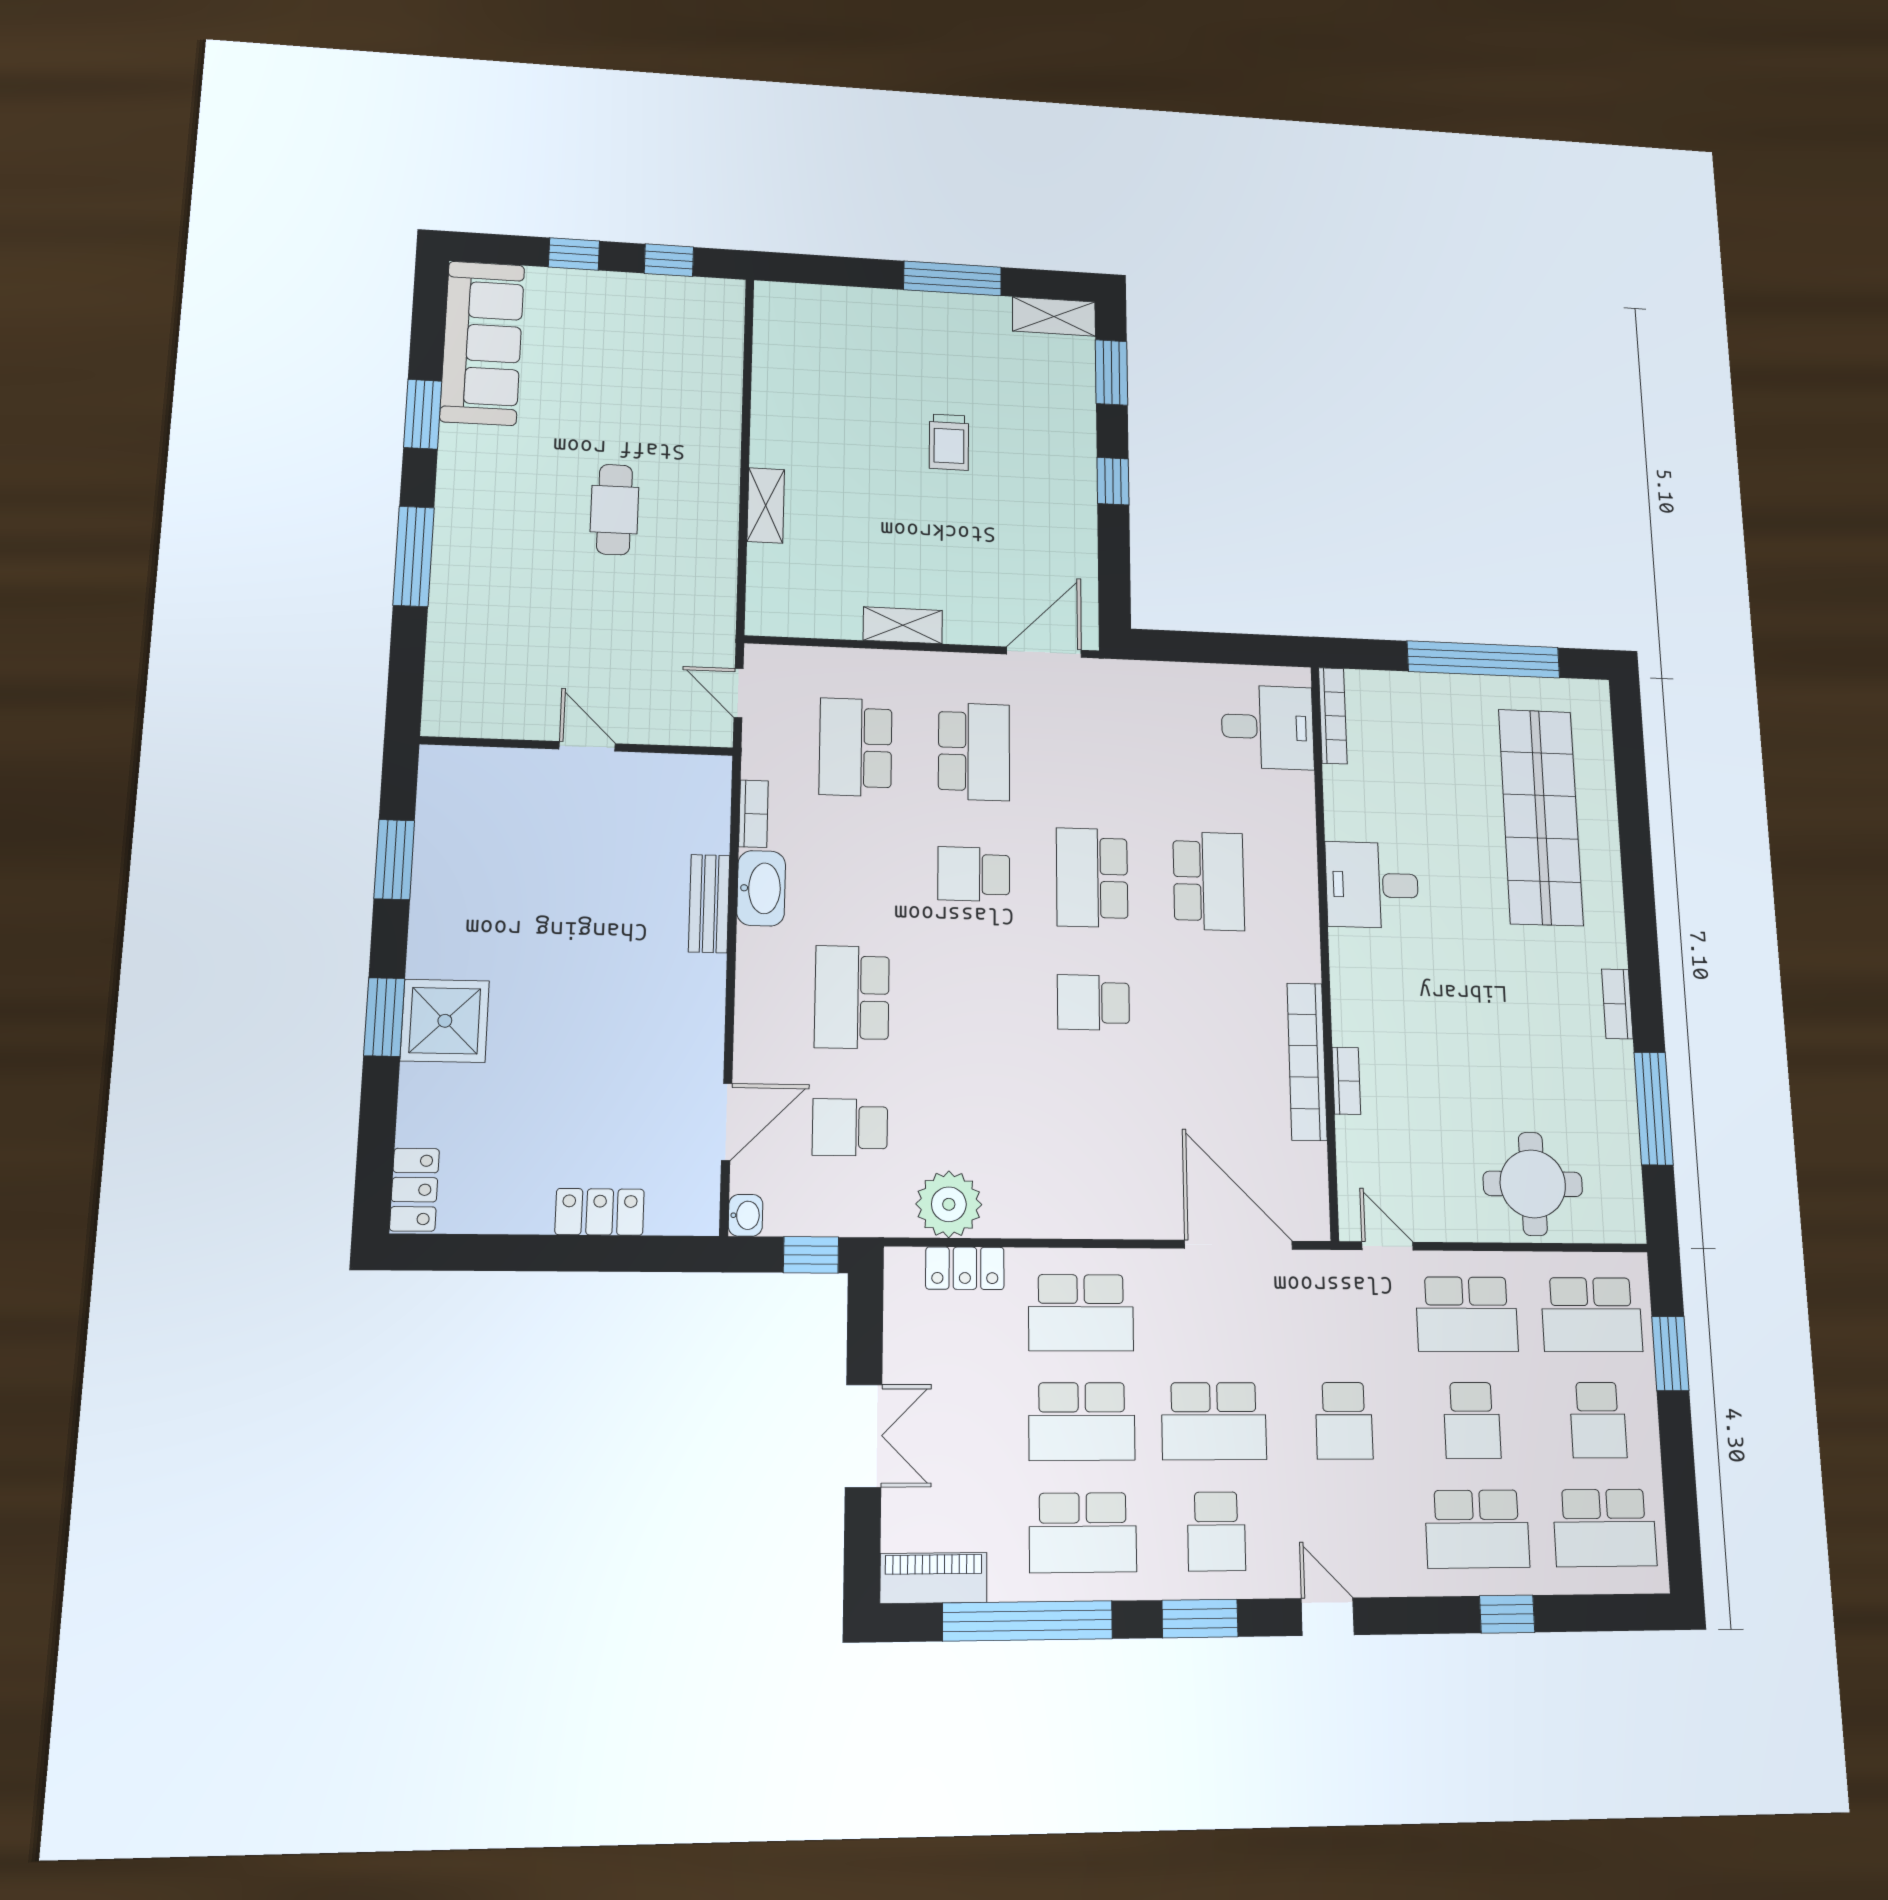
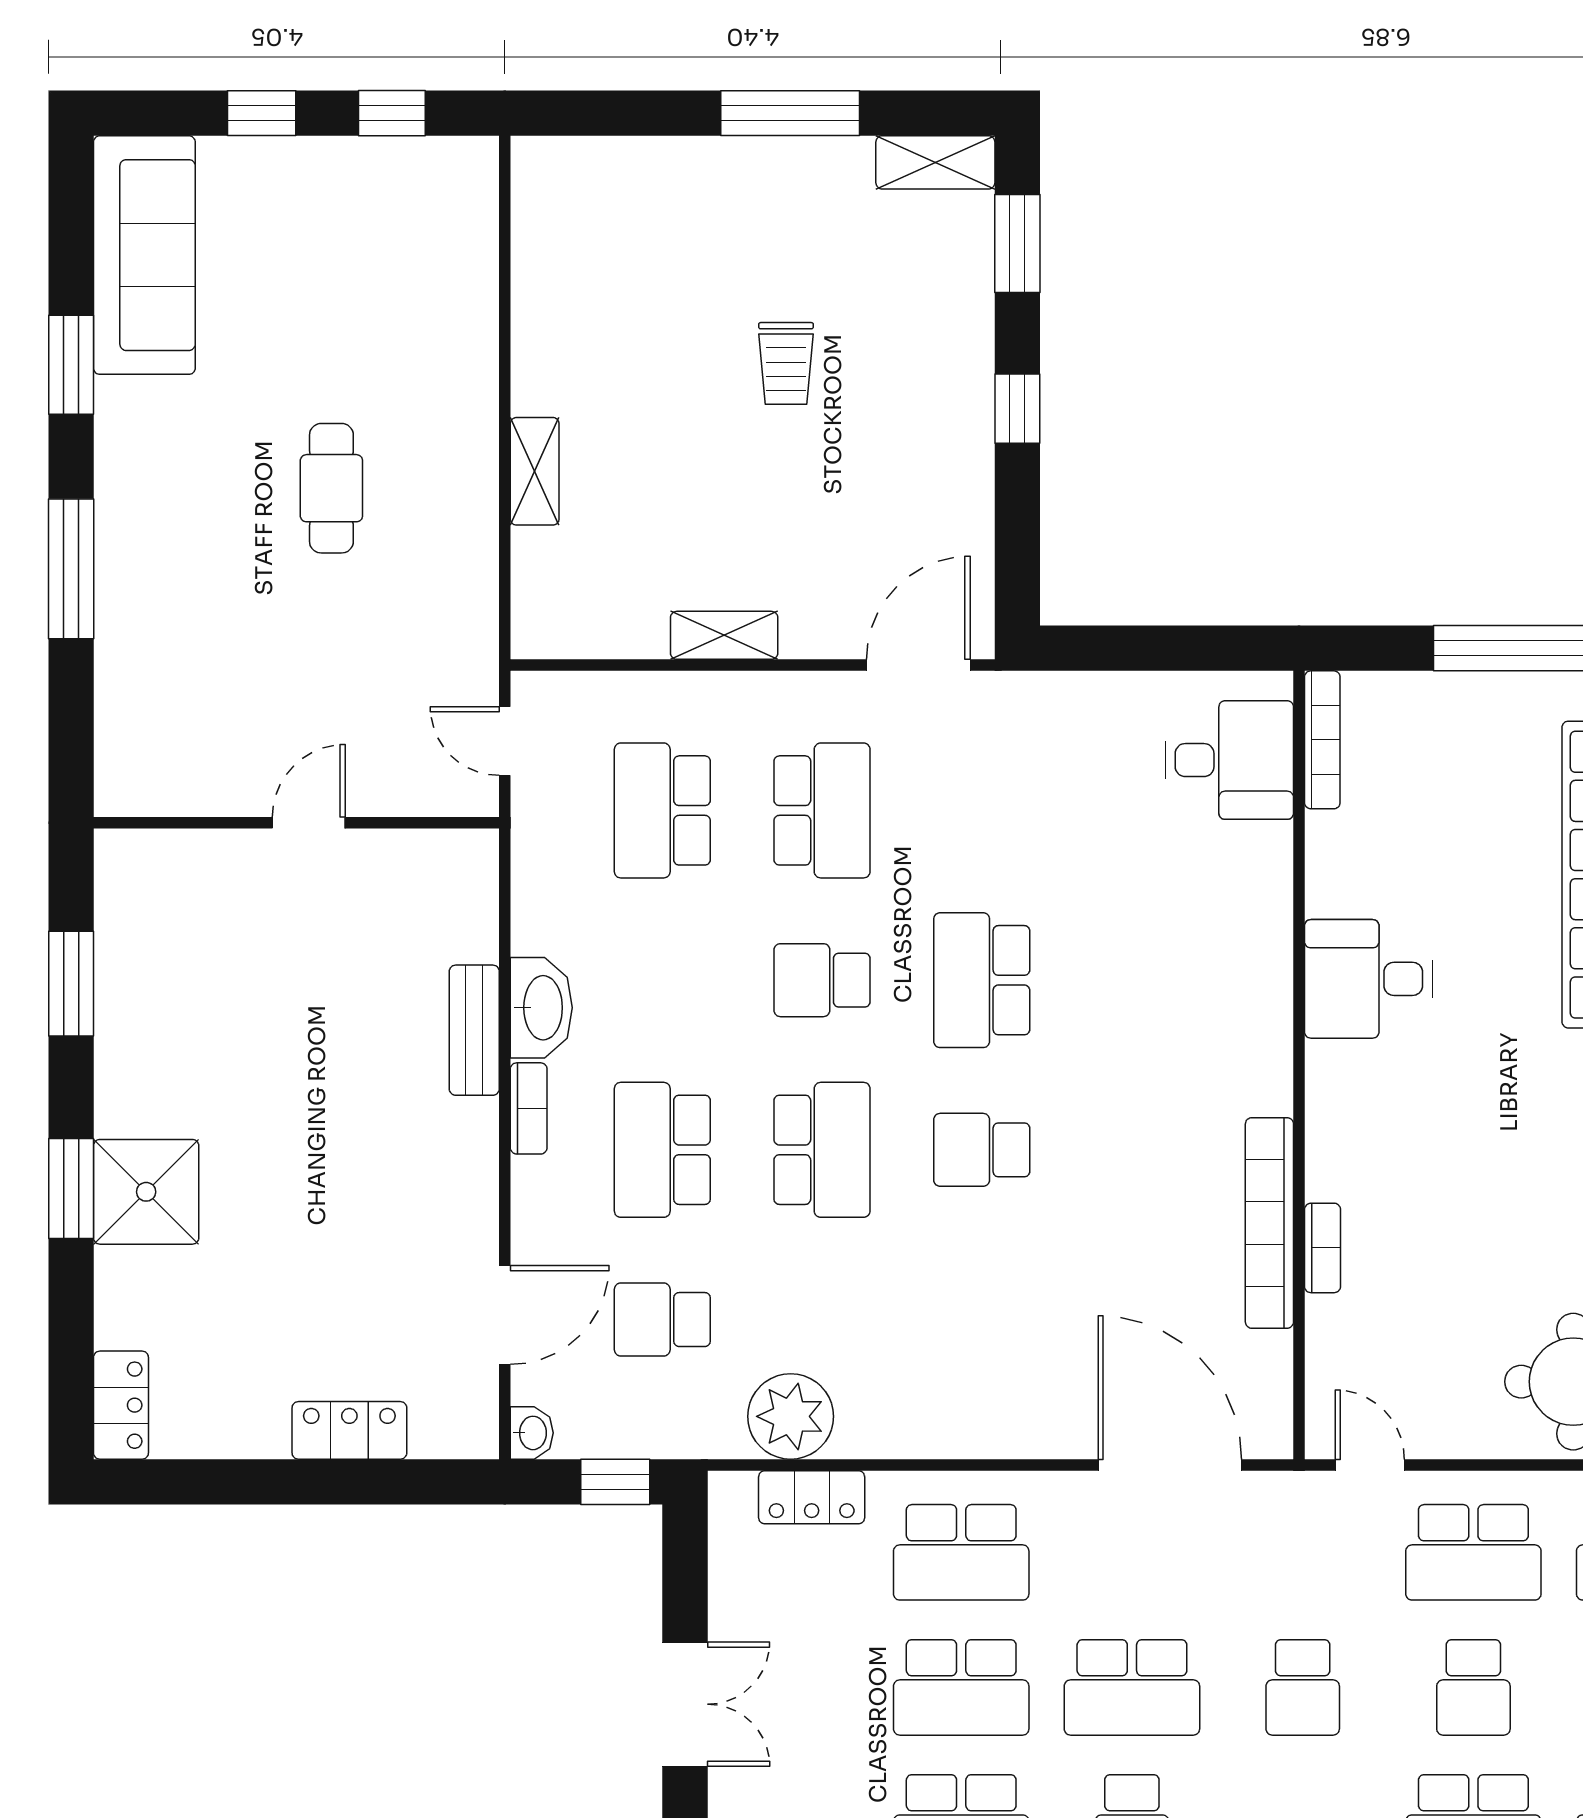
door: (587, 746) -> (309, 823), hinge flipped
bookcase: (753, 814) -> (529, 1108), moved
school desk: (1209, 881) -> (822, 1150), moved

